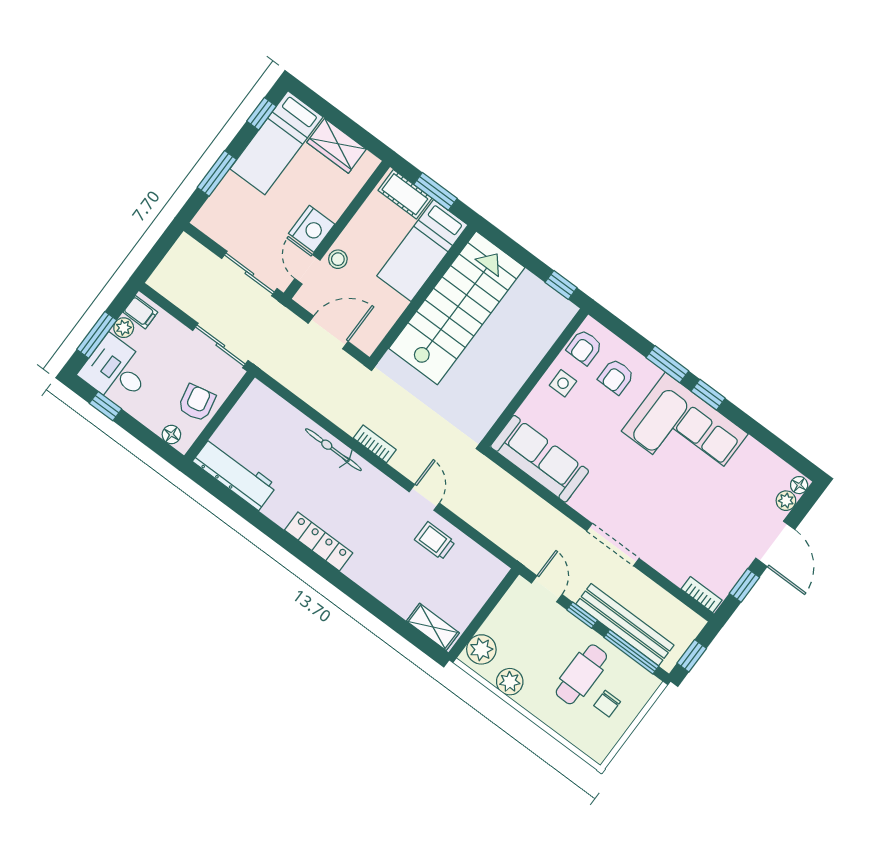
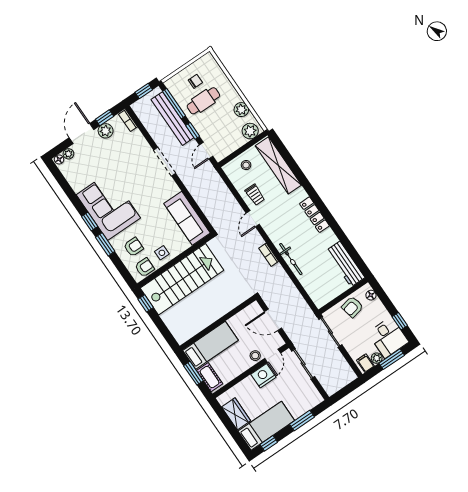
stairs: (457, 308) -> (182, 279), moved, turned 180
plant: (735, 563) -> (106, 131), added
stool: (468, 587) -> (246, 165), added
shelving: (433, 627) -> (278, 165), width x2.20, depth x1.33

